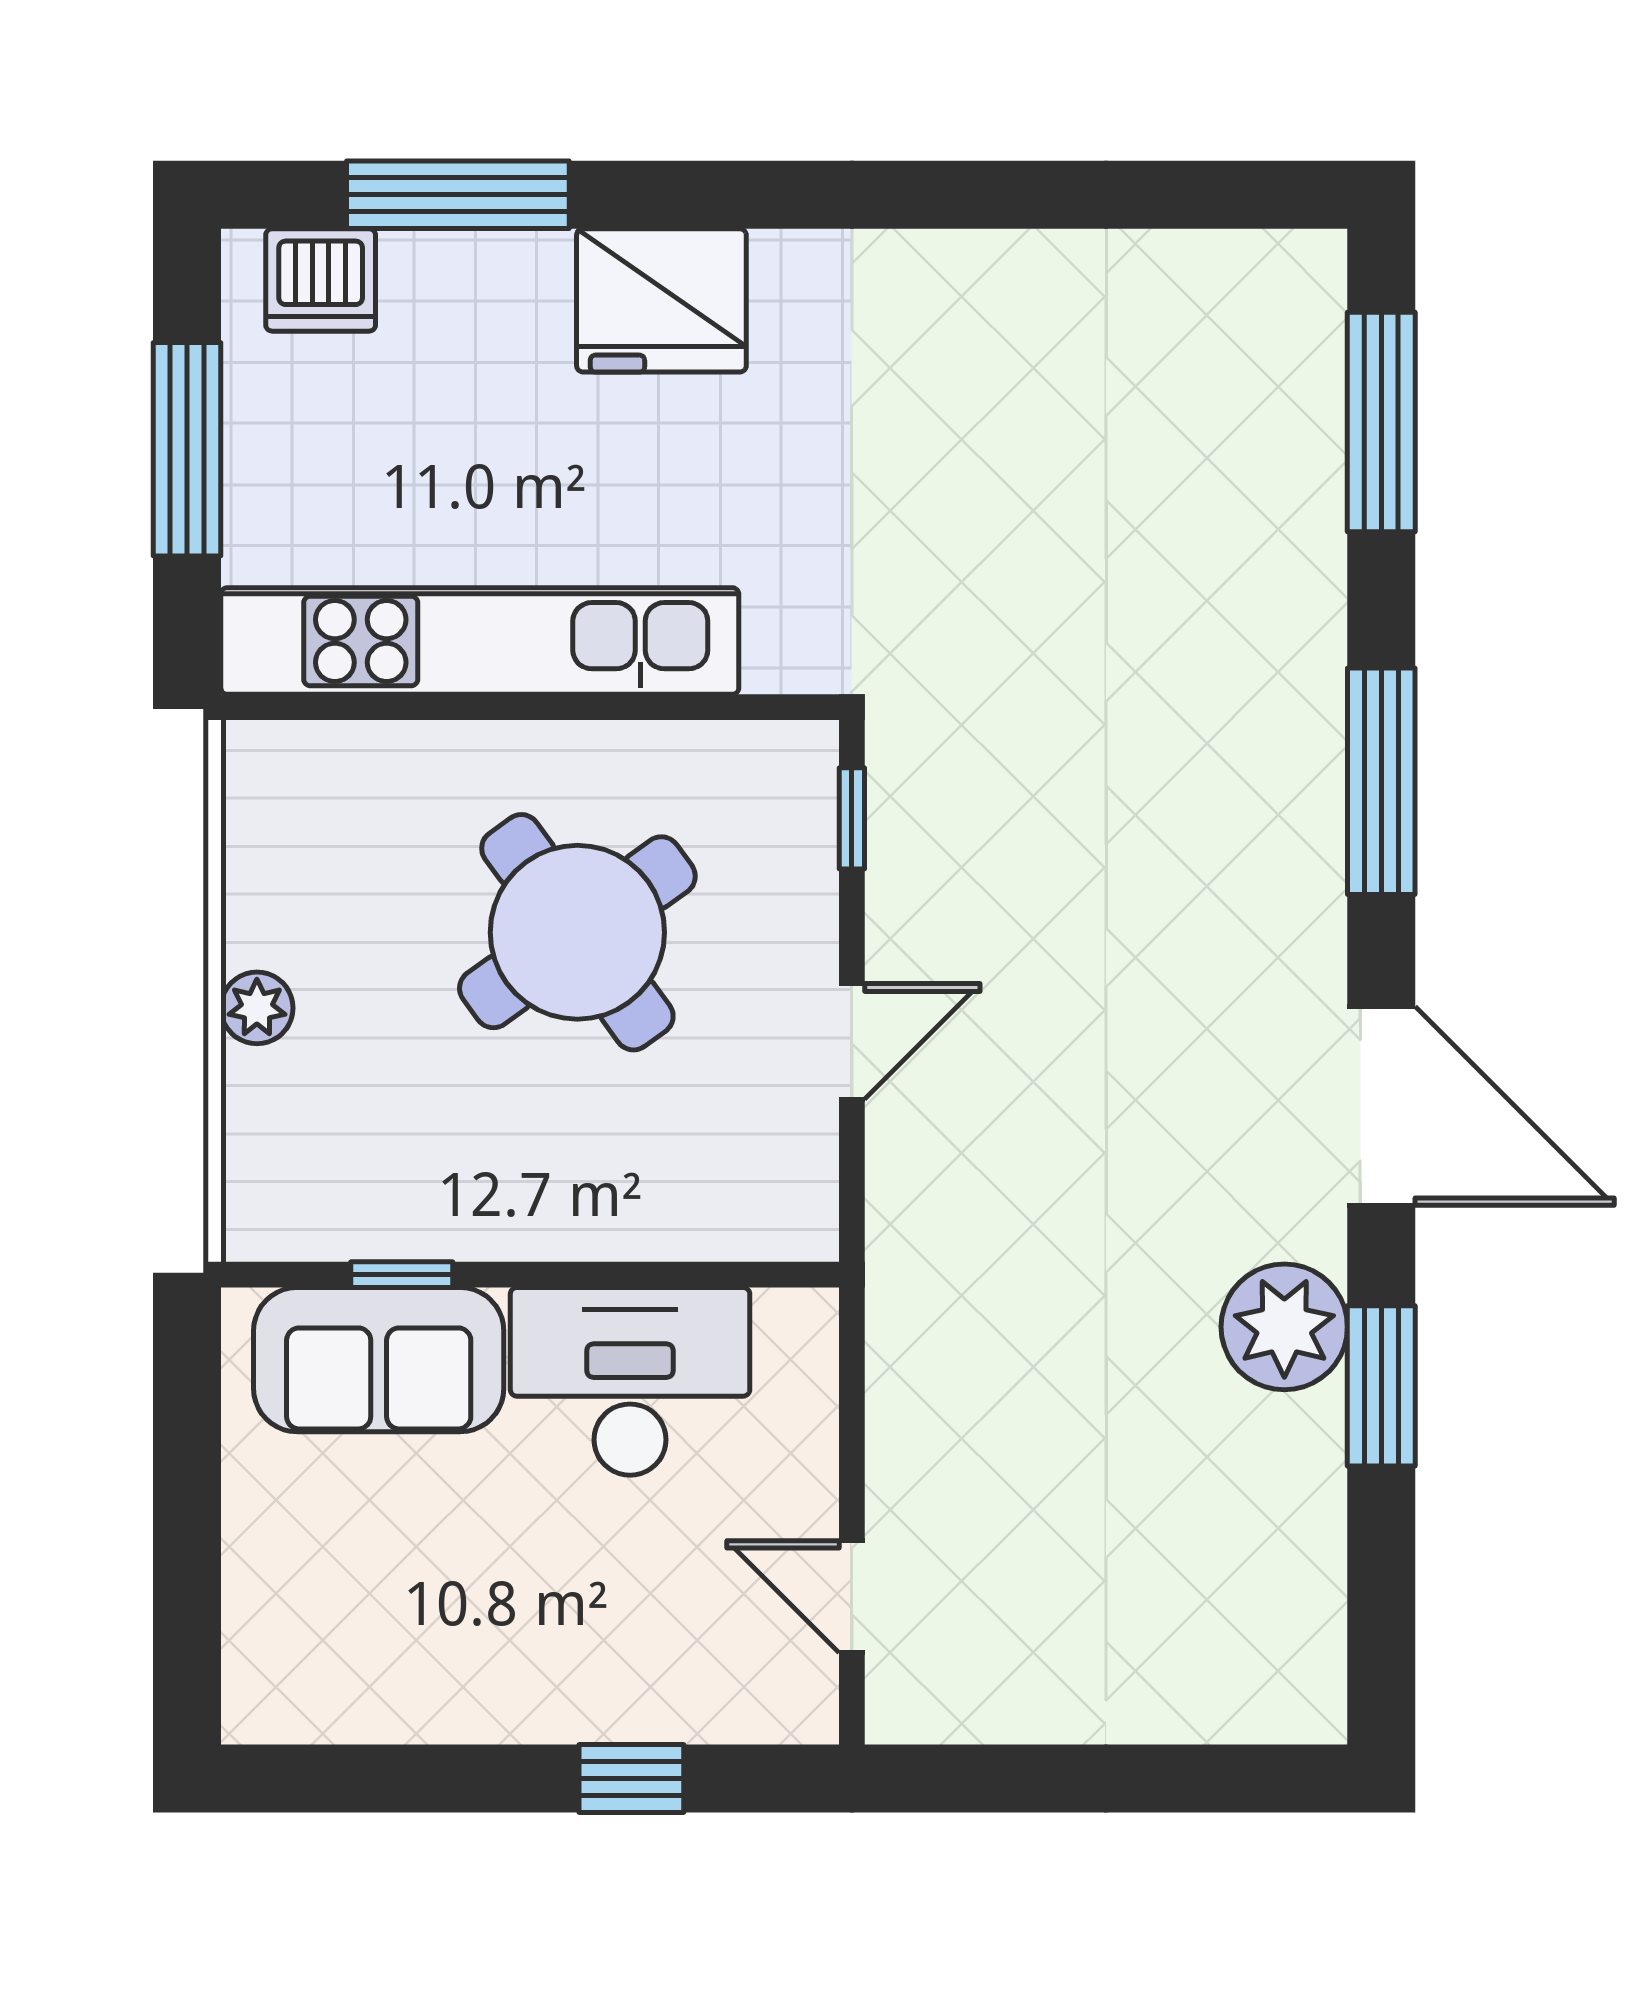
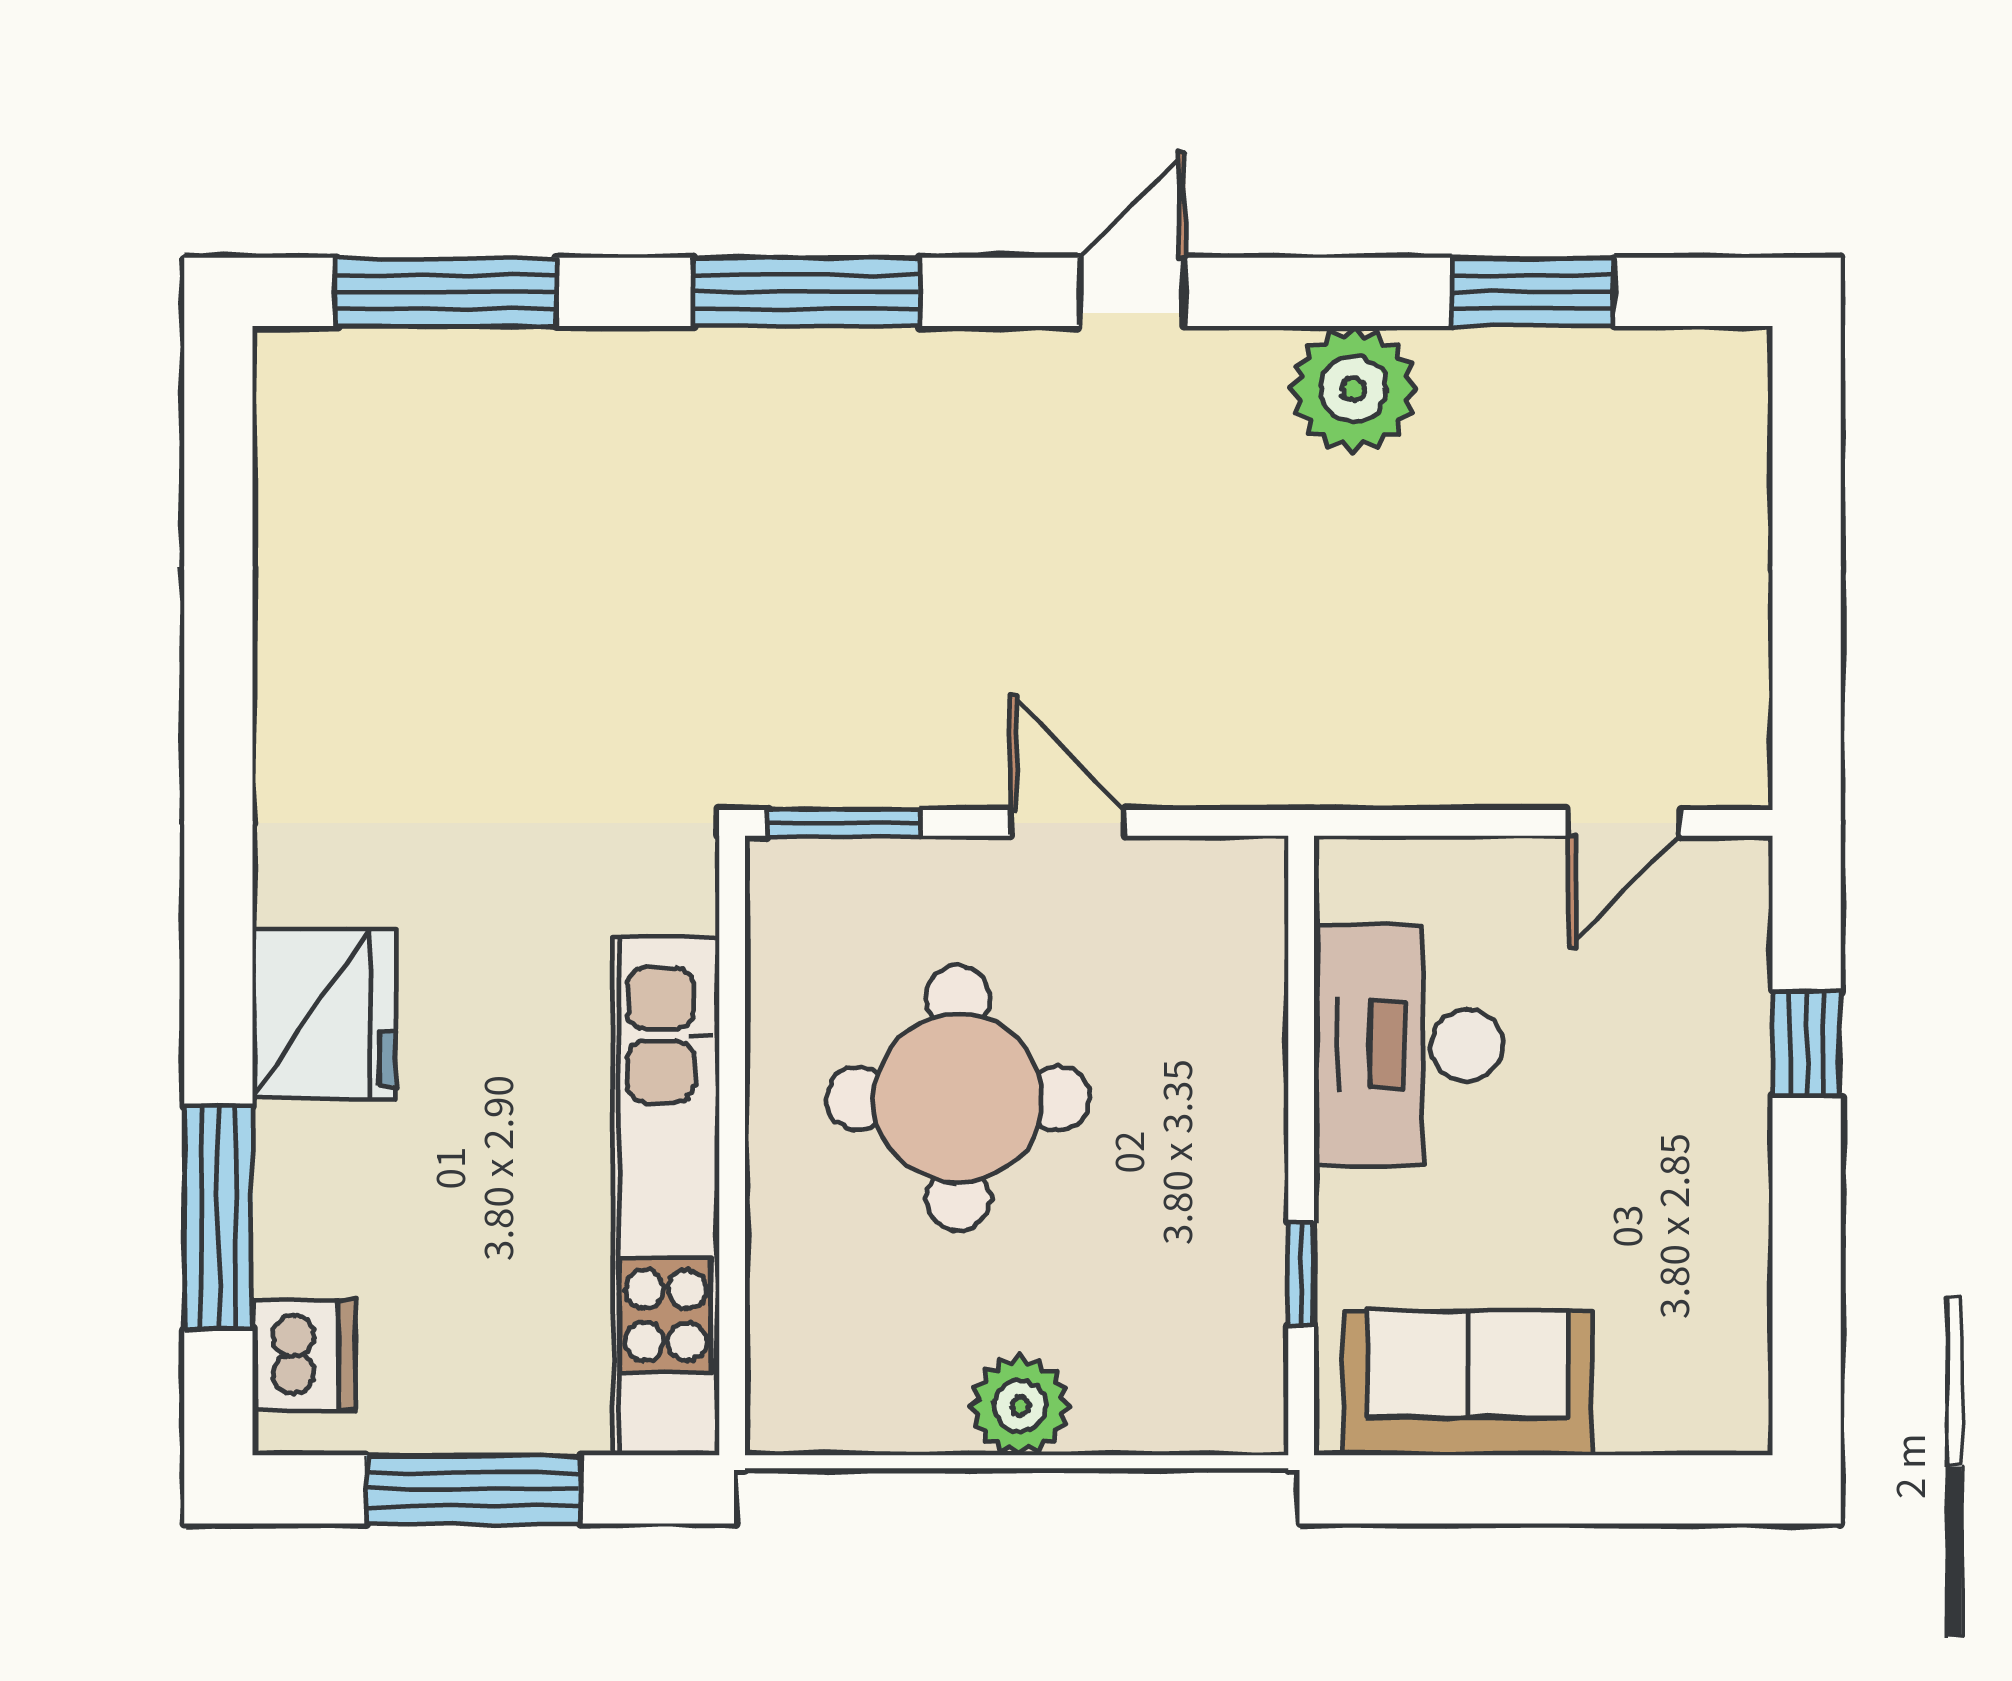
window: (852, 818) -> (844, 823), width x1.50
round table: (577, 932) -> (958, 1098), turned 36
plant: (257, 1008) -> (1020, 1406), width x1.38, depth x1.38
door: (1381, 1106) -> (1132, 292), width x0.53
sofa: (379, 1360) -> (1468, 1383), moved, turned -90
window: (1381, 1386) -> (1533, 292), moved

